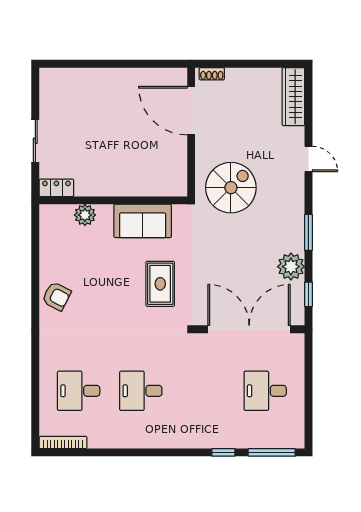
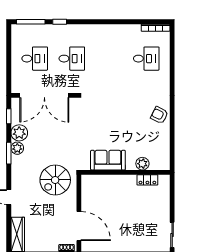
sliding door: (35, 141) -> (172, 235), moved
locker: (56, 188) -> (147, 180), moved
plant: (294, 241) -> (17, 148), added
rug: (160, 284) -> (97, 123), removed
desk: (141, 391) -> (72, 59), moved

